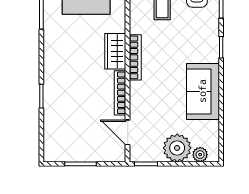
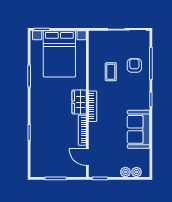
plant: (177, 148) -> (125, 172), width x0.53, depth x0.53

